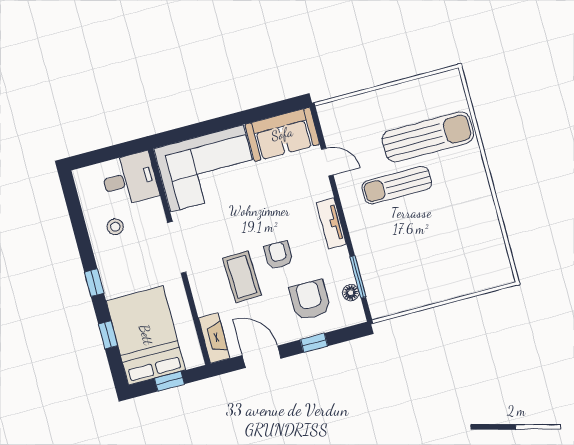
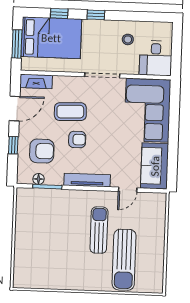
tv unit: (331, 223) -> (87, 180), width x1.41
window: (169, 381) -> (17, 44), width x1.50

